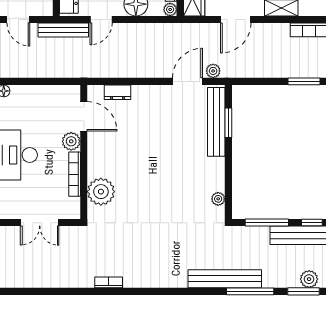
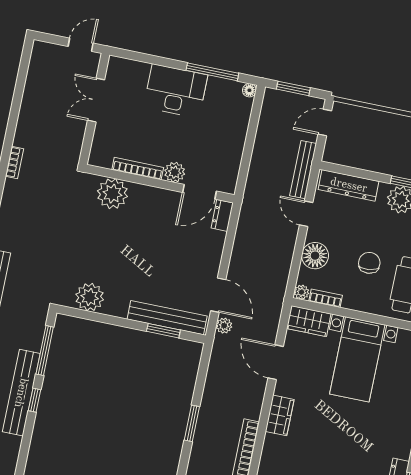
door: (84, 116) -> (199, 192), moved
plant: (71, 141) -> (175, 172), moved
wall: (84, 152) -> (160, 184), moved
bookcase: (75, 174) -> (138, 169), moved
plant: (101, 192) -> (112, 194), moved
plant: (218, 199) -> (90, 297), width x1.88, depth x1.88

